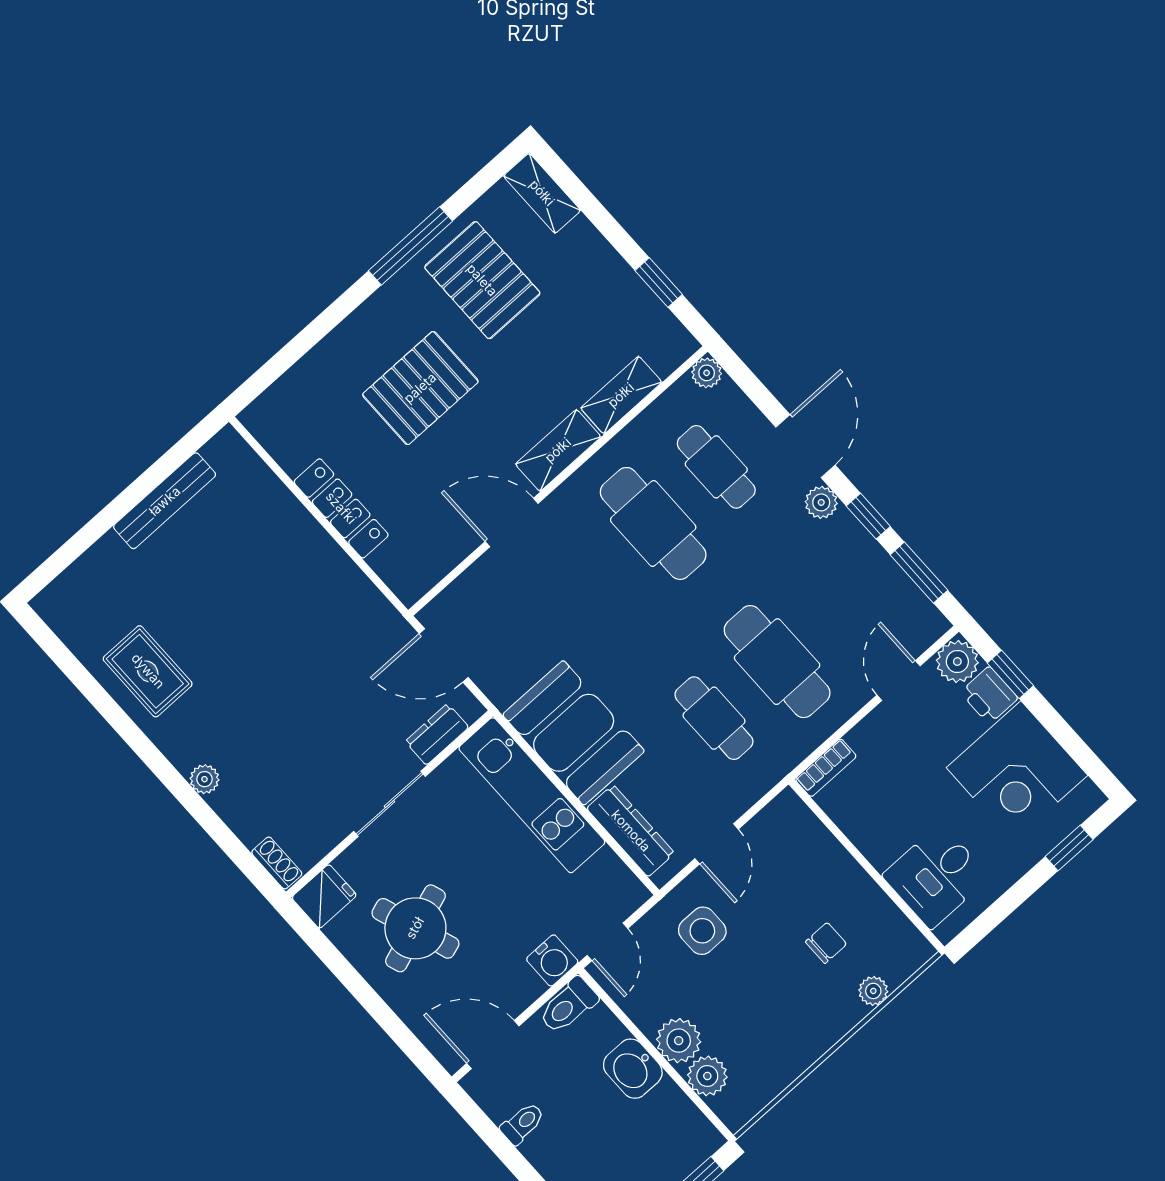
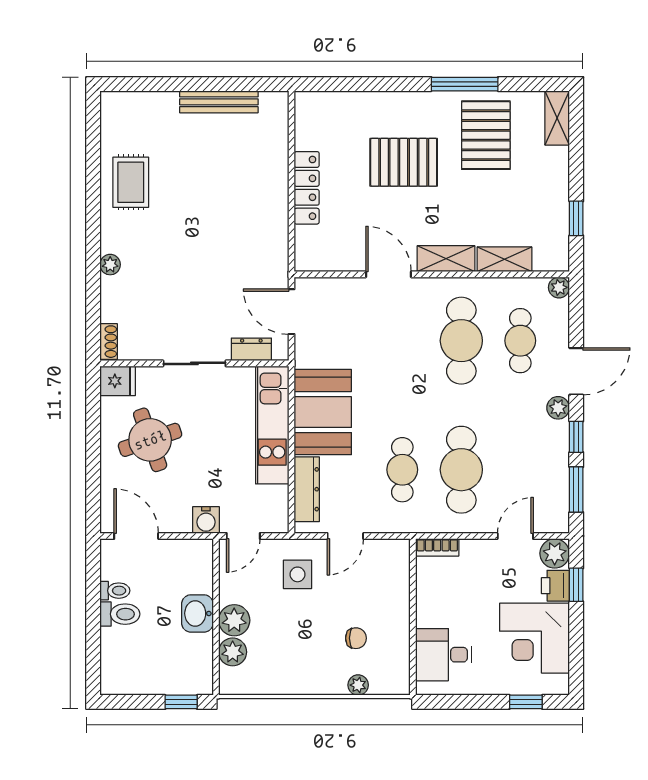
toilet: (568, 1006) -> (120, 614), moved, turned 180

